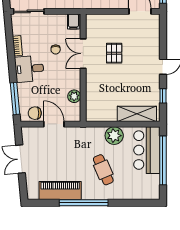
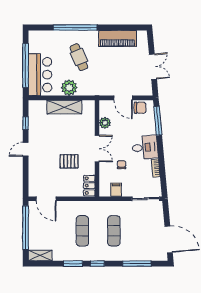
filing cabinet: (73, 21) -> (116, 190), moved
locker: (92, 26) -> (89, 186), added
pallet: (114, 53) -> (69, 161), turned 90
double door: (83, 54) -> (97, 149), moved
shelving: (137, 114) -> (64, 107), moved
window: (84, 203) -> (75, 28), moved

